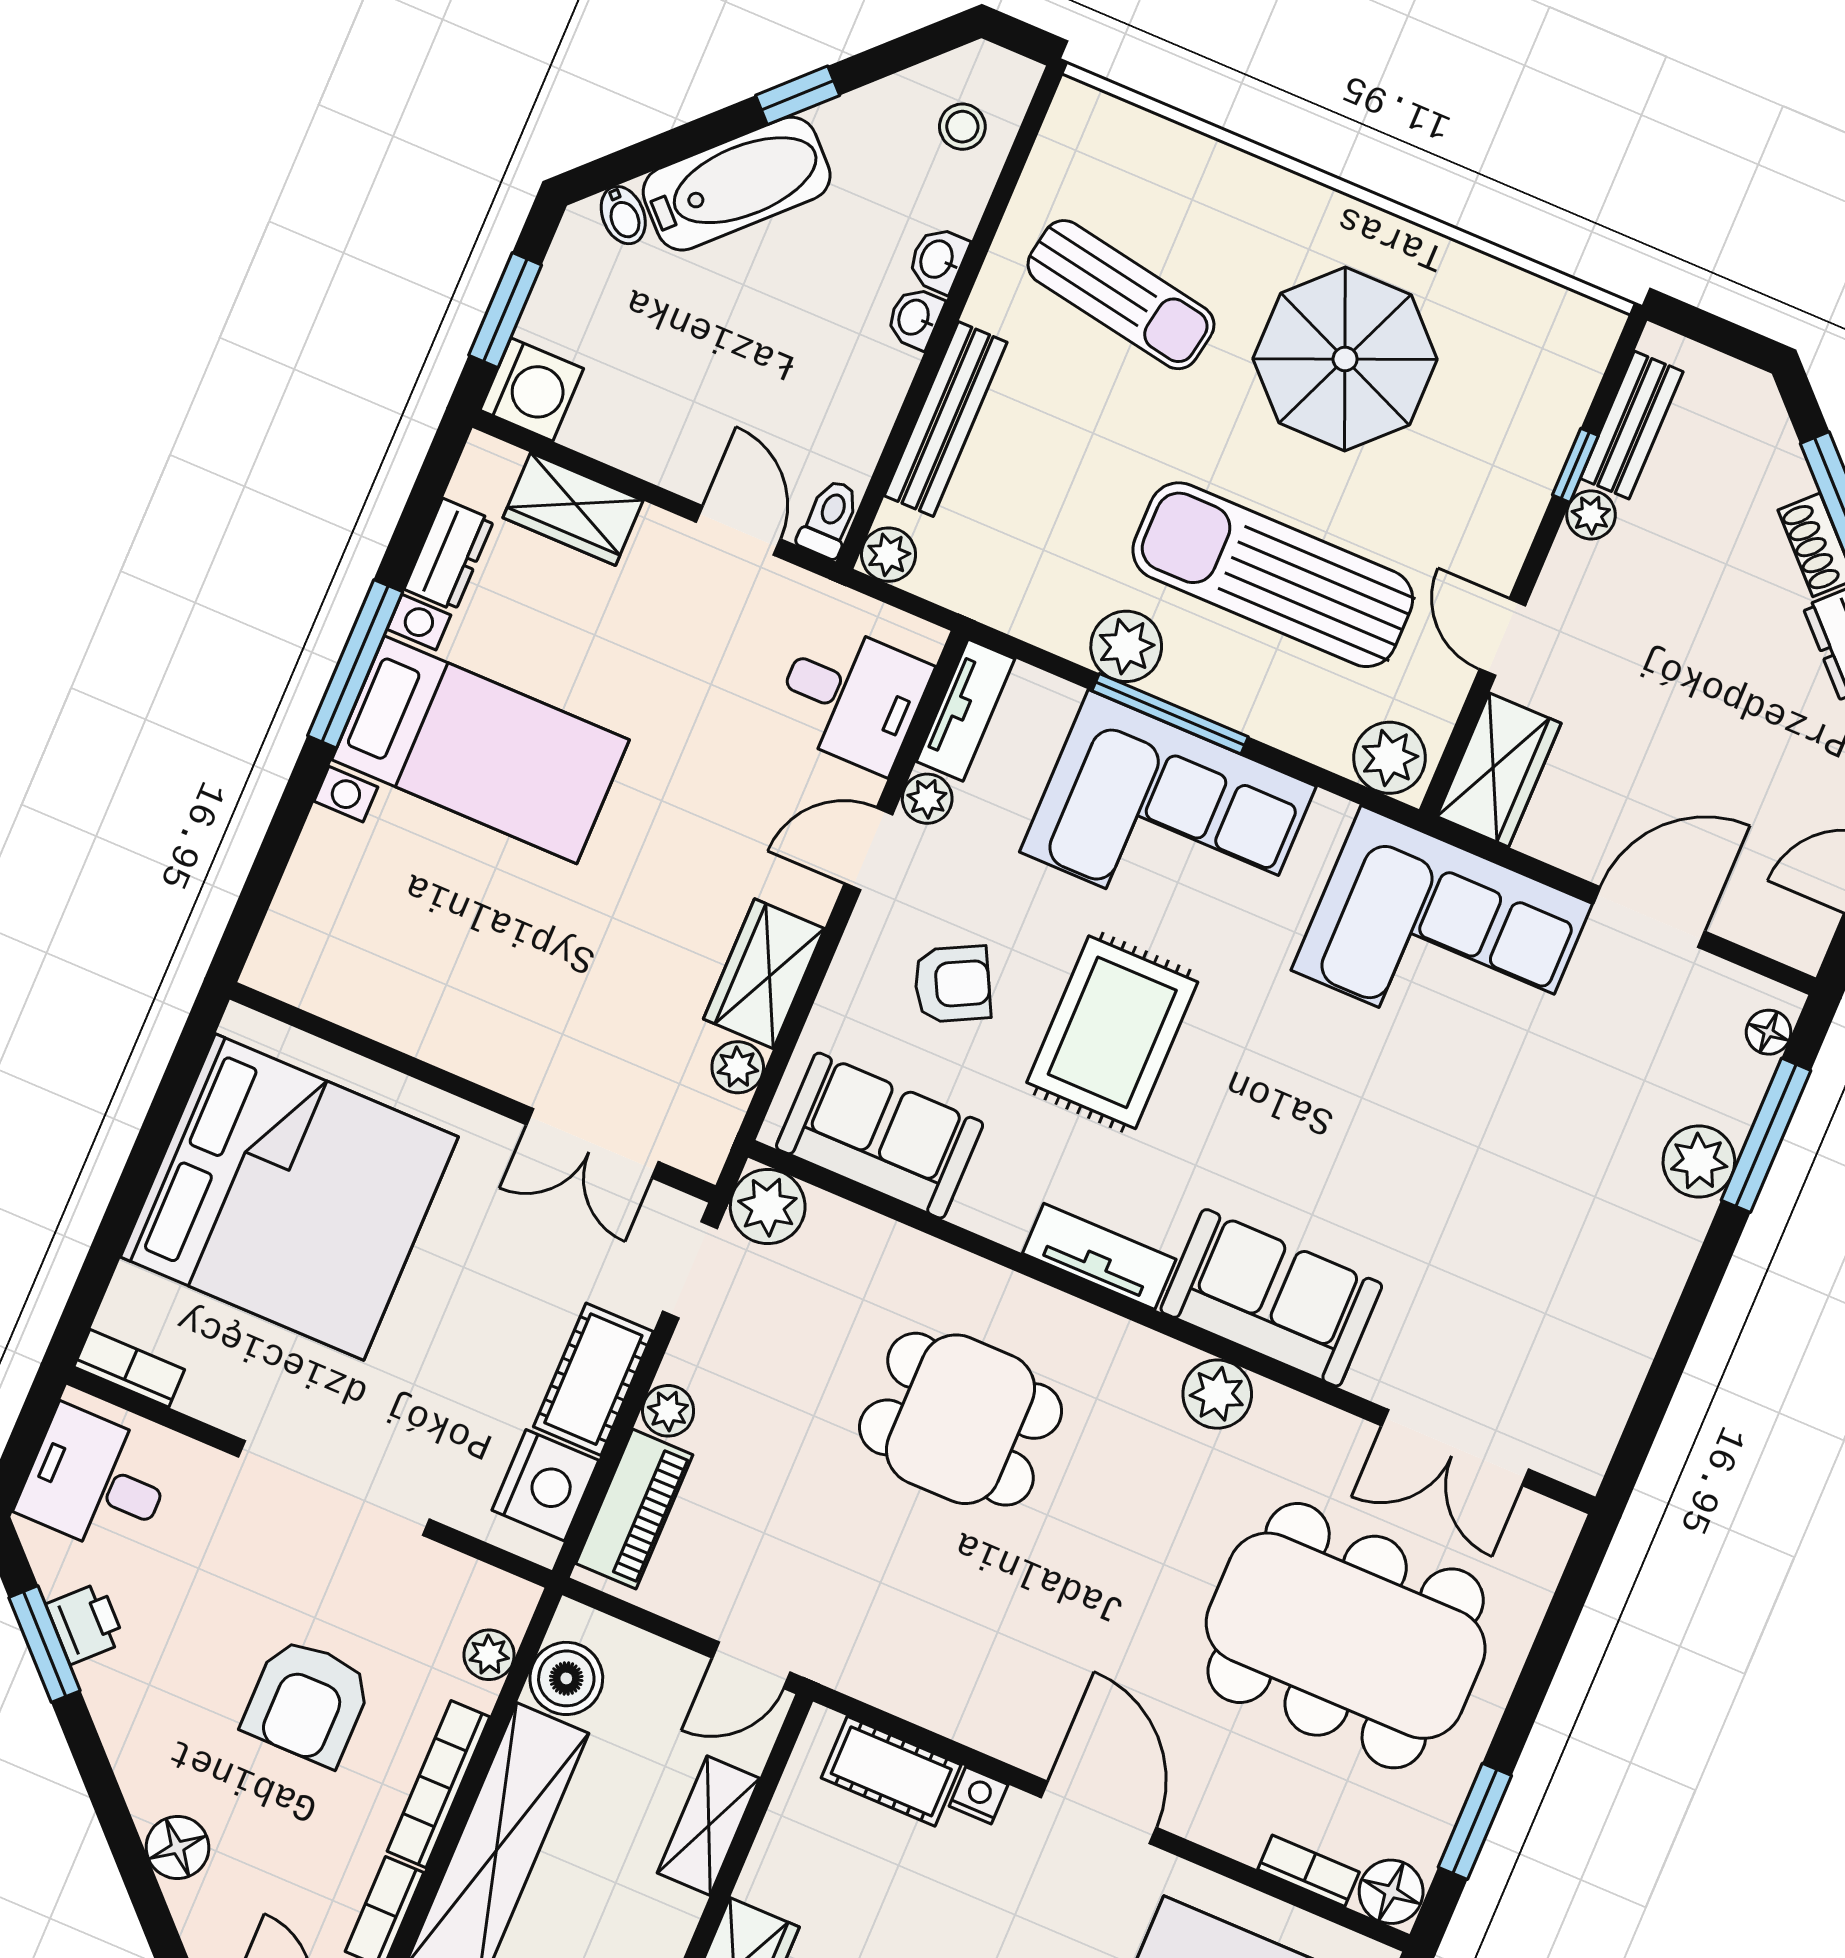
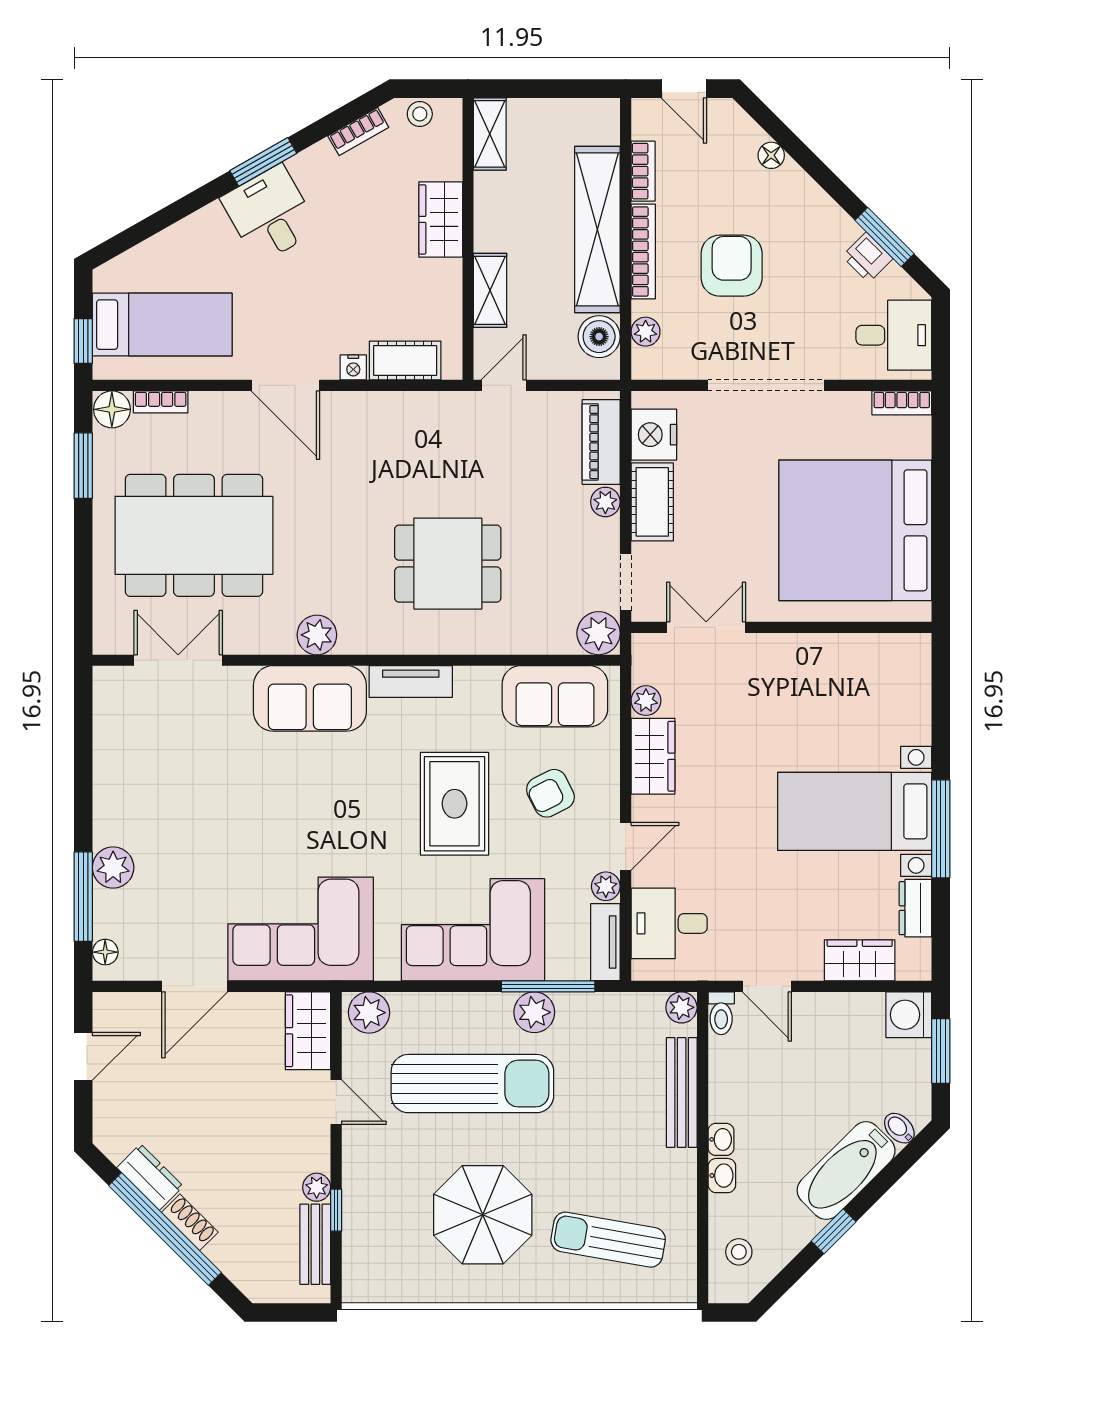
sun lounger: (1121, 295) -> (608, 1240), moved
window: (1170, 714) -> (548, 986), moved
floor lamp: (178, 1847) -> (771, 155), width x0.73, depth x0.73

